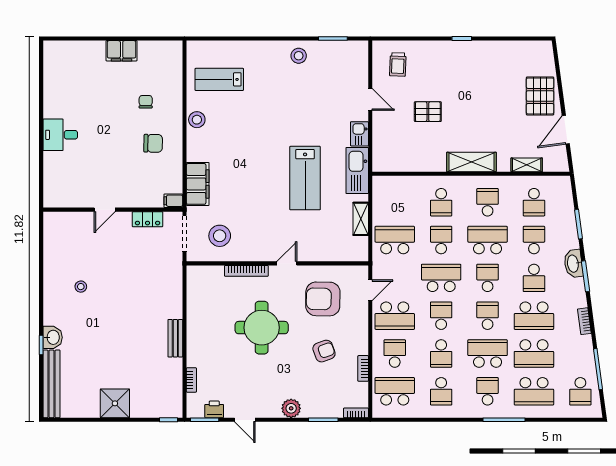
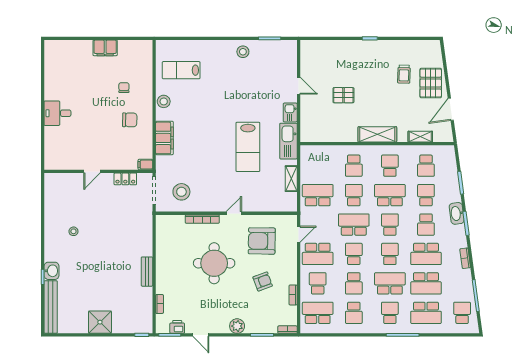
trolley: (398, 64) -> (404, 74), moved
filing cabinet: (198, 184) -> (164, 138), moved
school desk: (580, 391) -> (462, 313), turned 180

